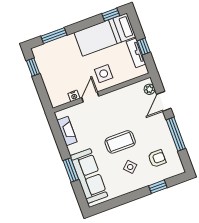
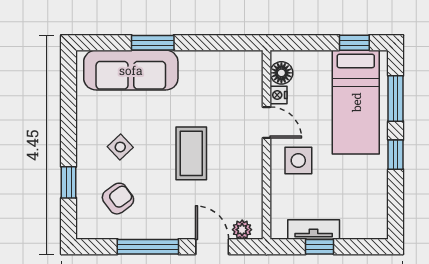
window: (111, 15) -> (396, 155), moved
bed: (105, 35) -> (356, 102), moved, turned 180
floor lamp: (62, 99) -> (281, 73), added
fireplace: (67, 131) -> (222, 61), removed
coffee table: (120, 142) -> (191, 153), moved
armchair: (157, 158) -> (118, 199), turned -126

